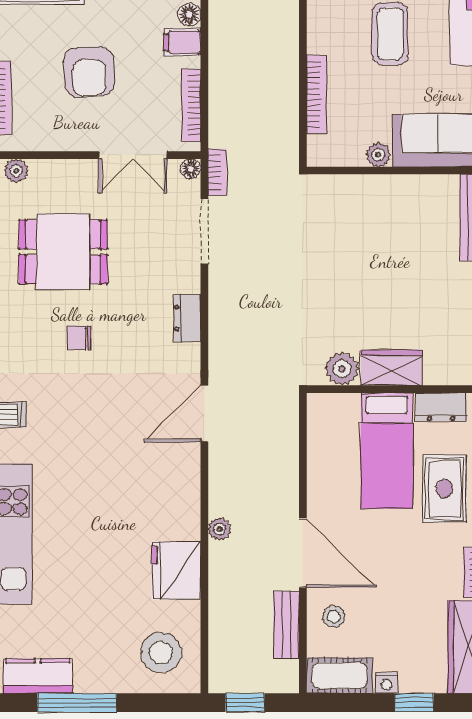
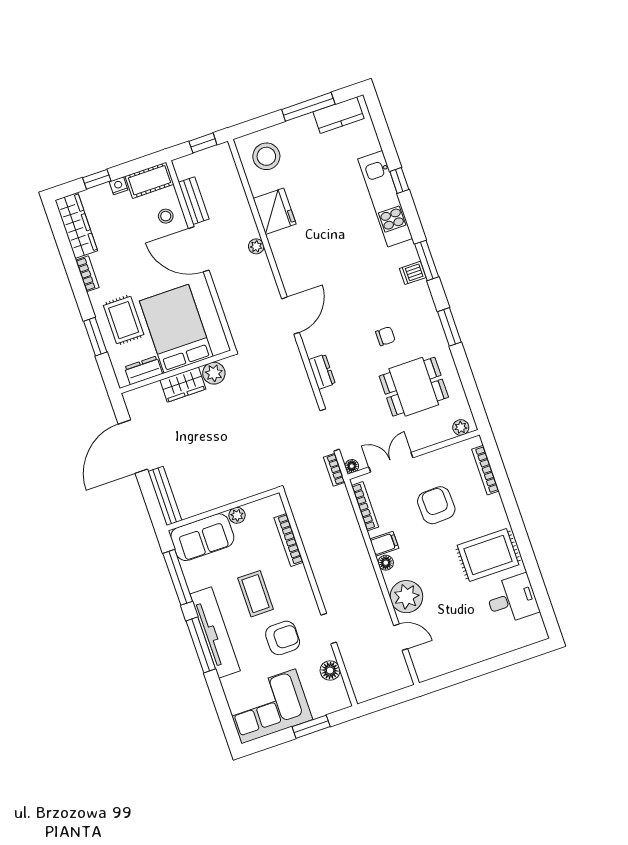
bed: (387, 451) -> (176, 329), width x1.50

